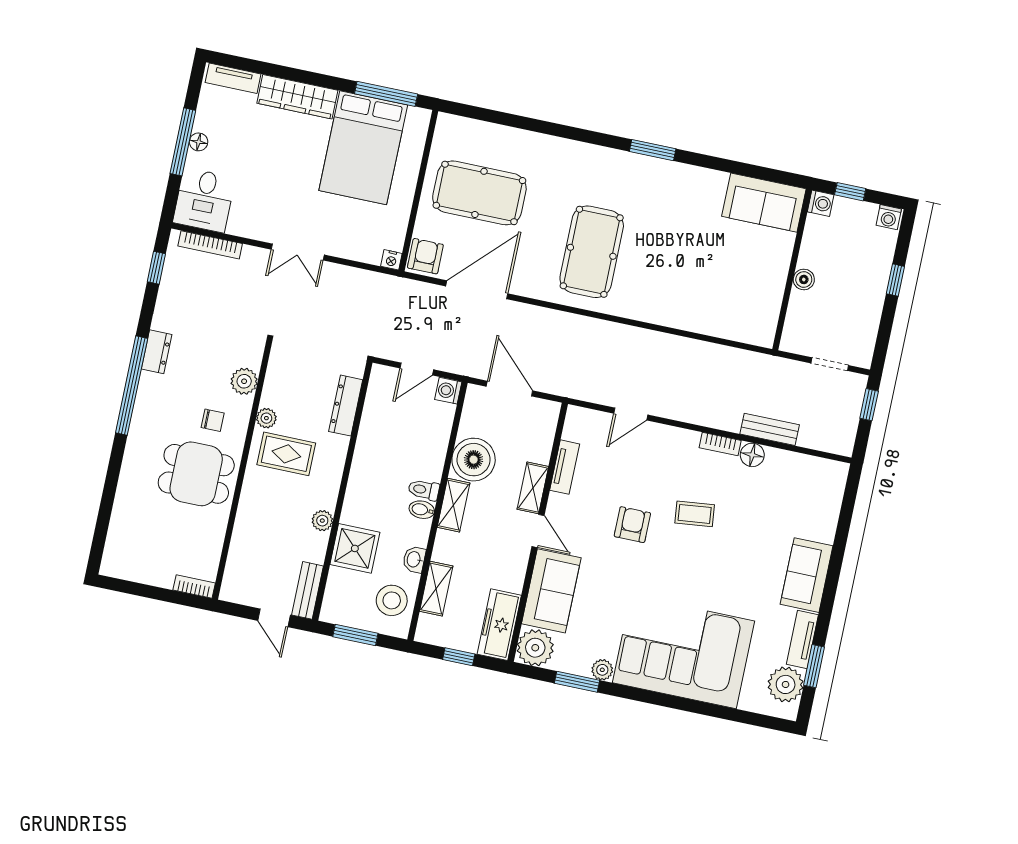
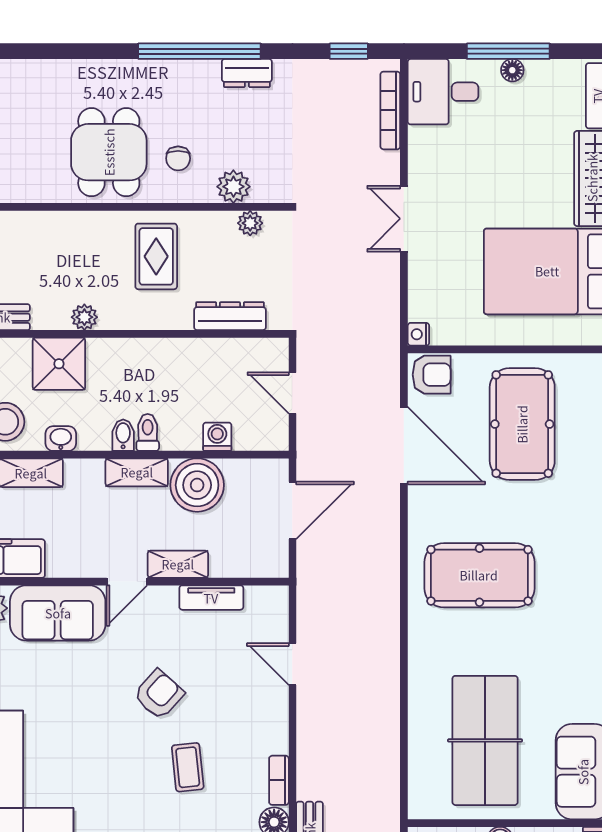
table tennis table: (723, 275) -> (485, 740), added
washing machine: (448, 391) -> (217, 437), moved
plant: (266, 418) -> (250, 223), moved
armchair: (632, 525) -> (159, 694), turned -48

